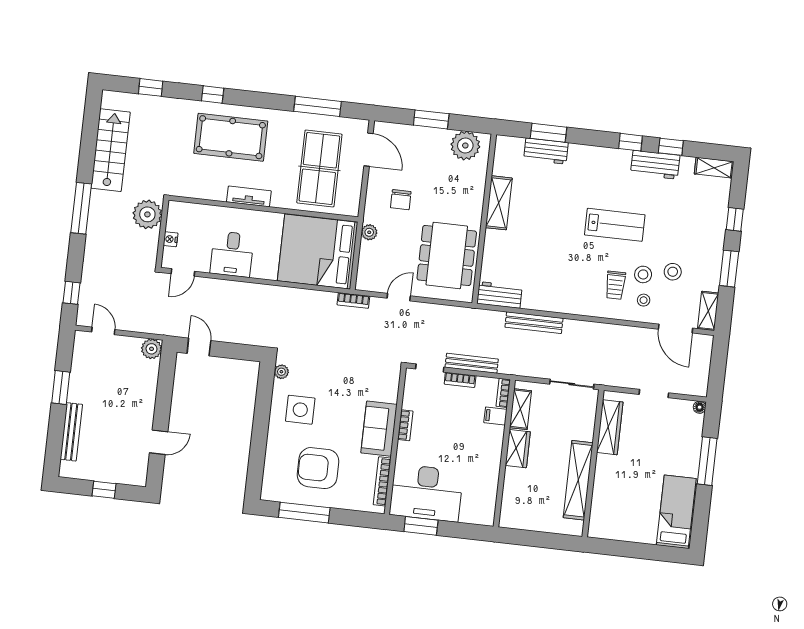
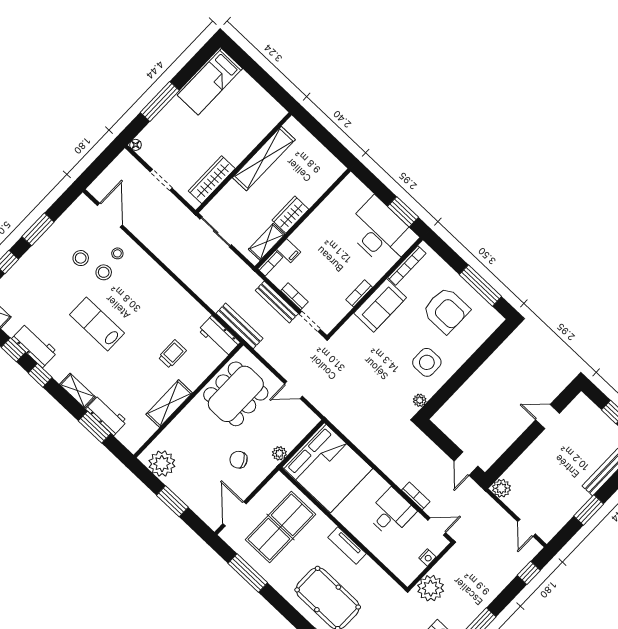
chair: (401, 200) -> (239, 460), turned -119
trolley: (615, 285) -> (172, 354), moved
bookcase: (353, 300) -> (416, 496), moved
shelving: (708, 311) -> (77, 391), moved, turned 90
bench: (534, 323) -> (239, 326), moved

